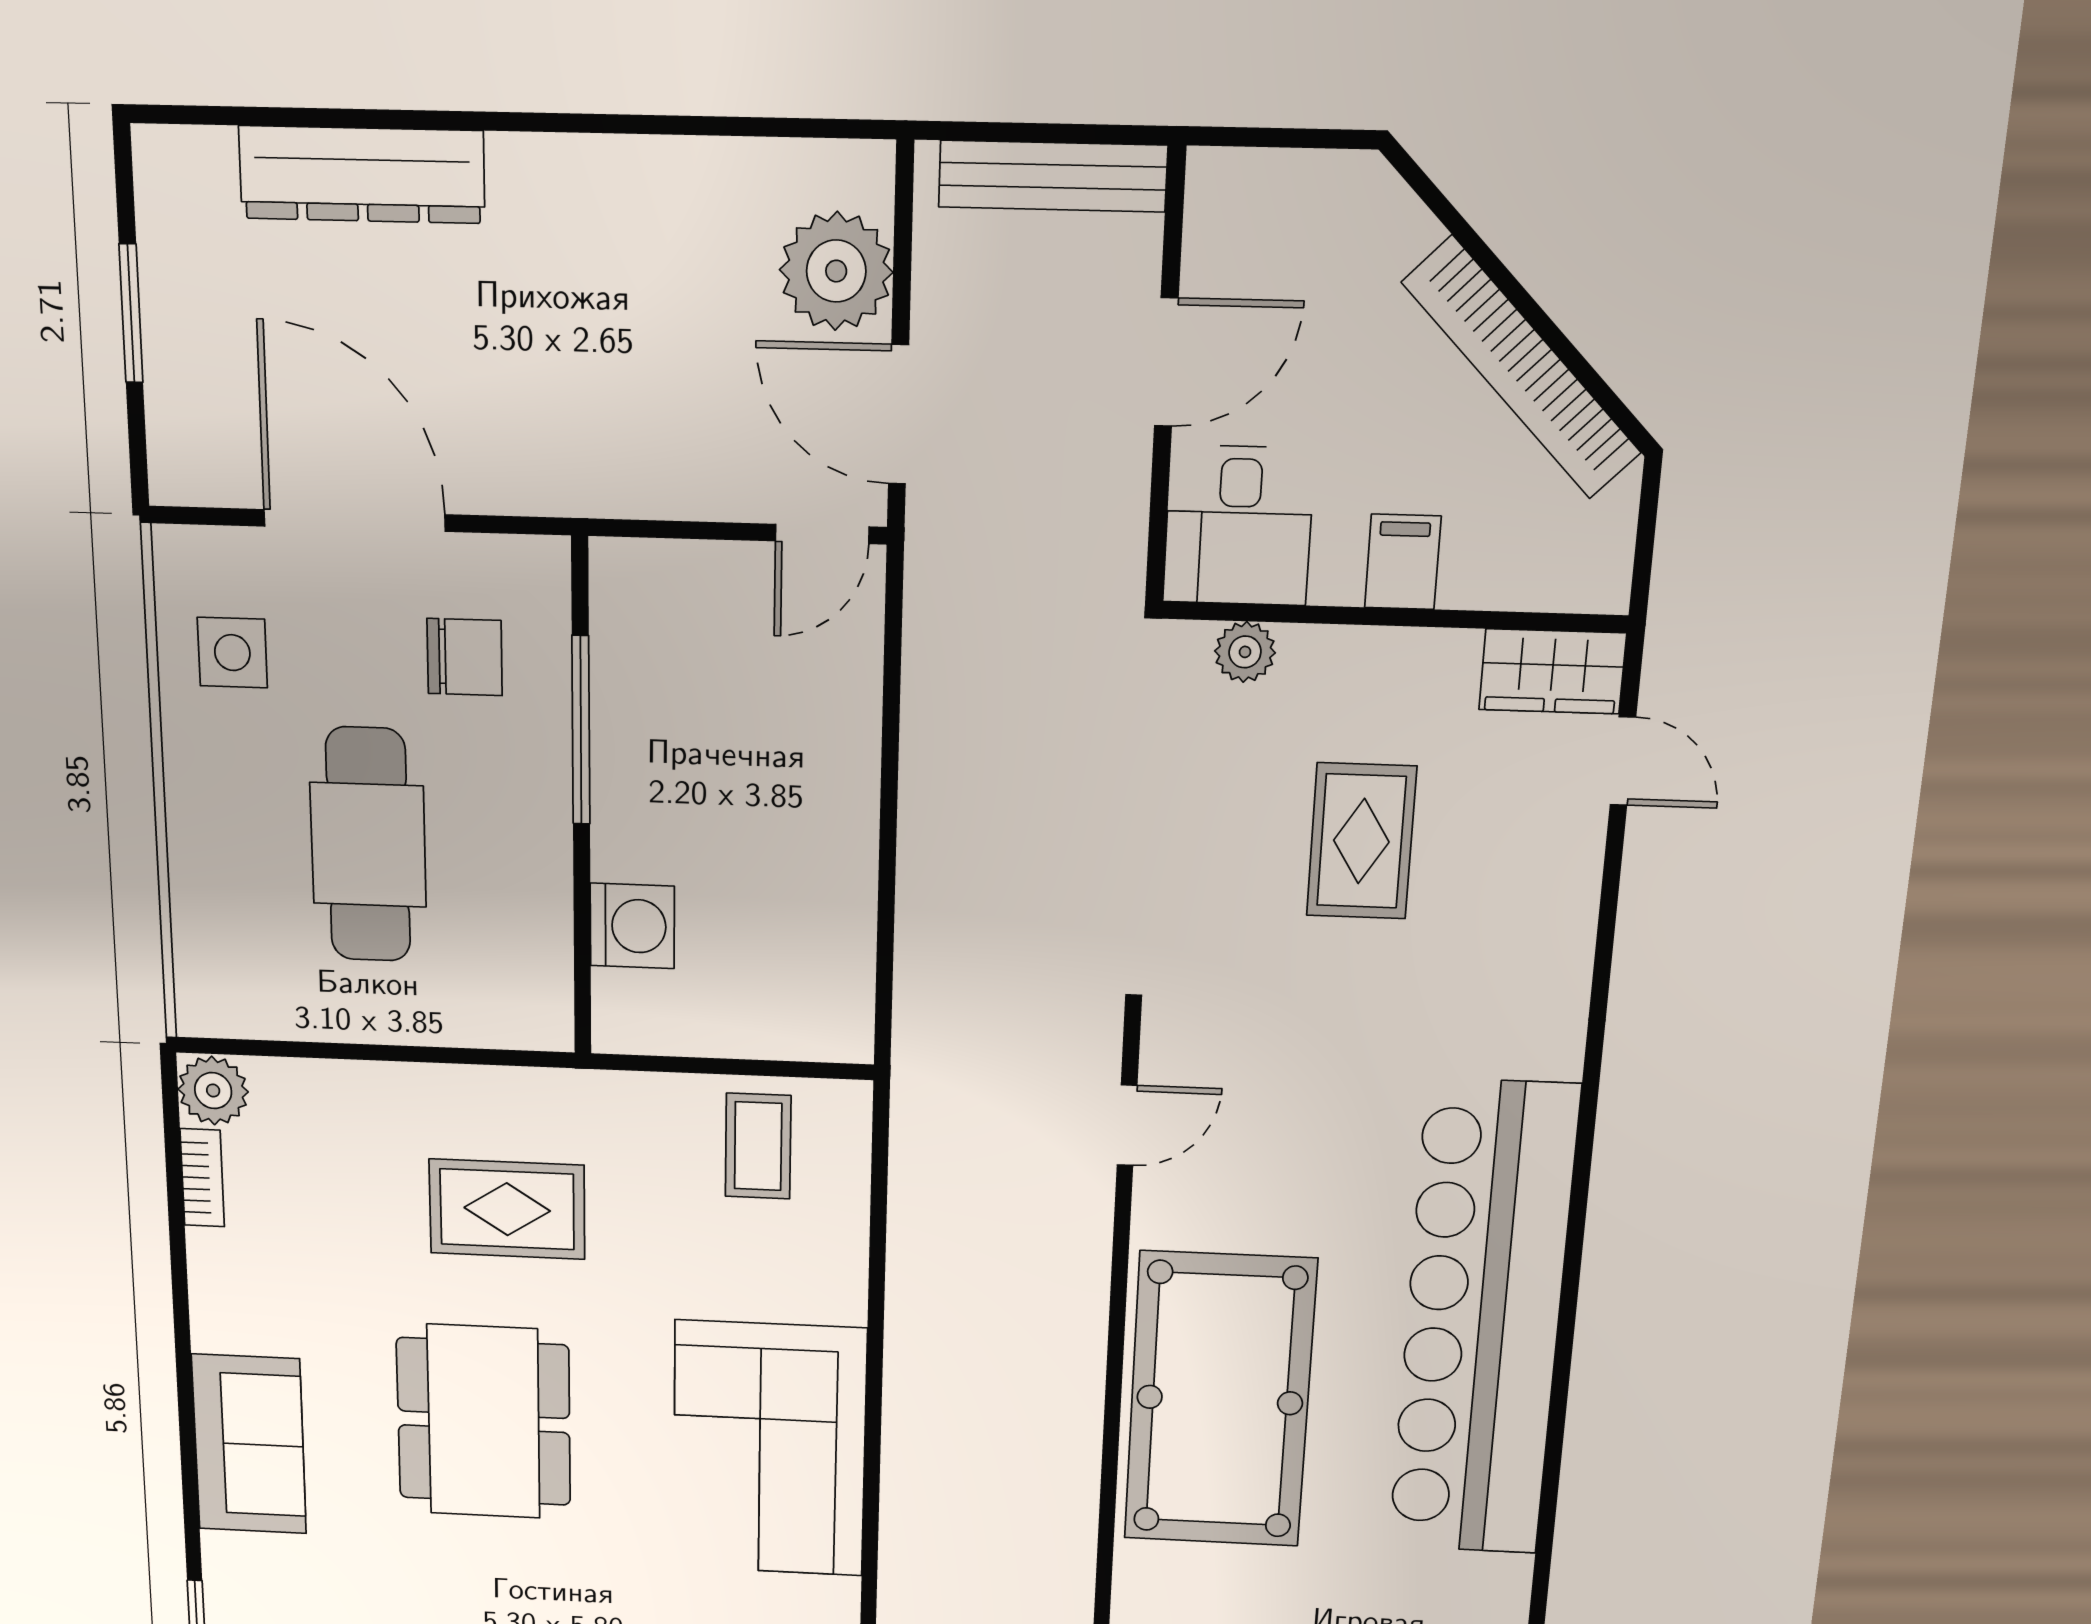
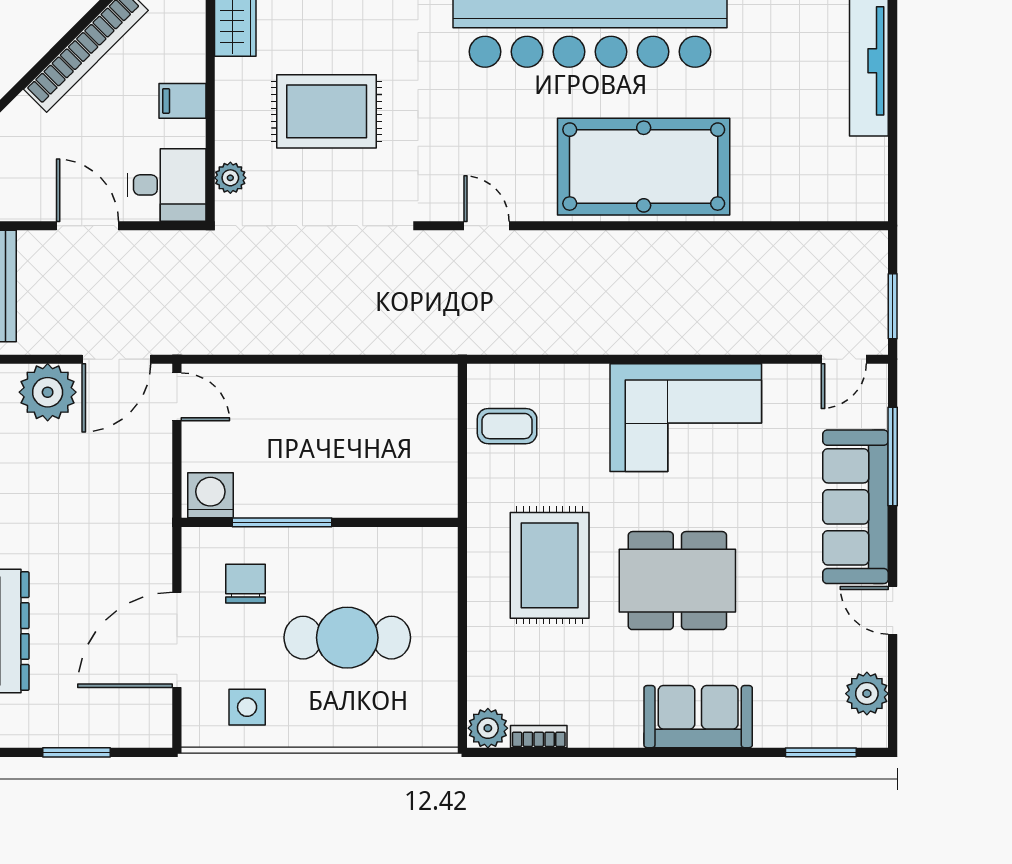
rug: (1361, 841) -> (327, 111), width x1.36, depth x1.43
washing machine: (632, 926) -> (210, 495), moved
rug: (507, 1209) -> (550, 565), width x1.36, depth x1.43

